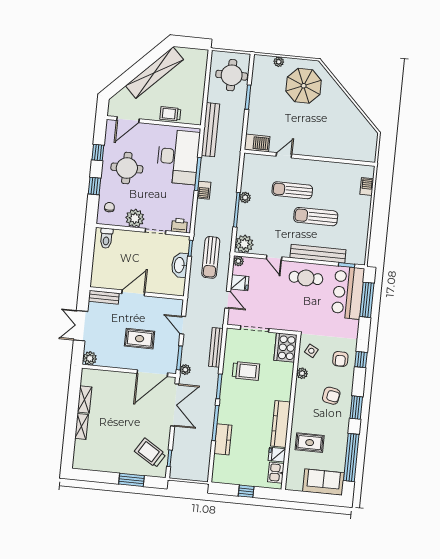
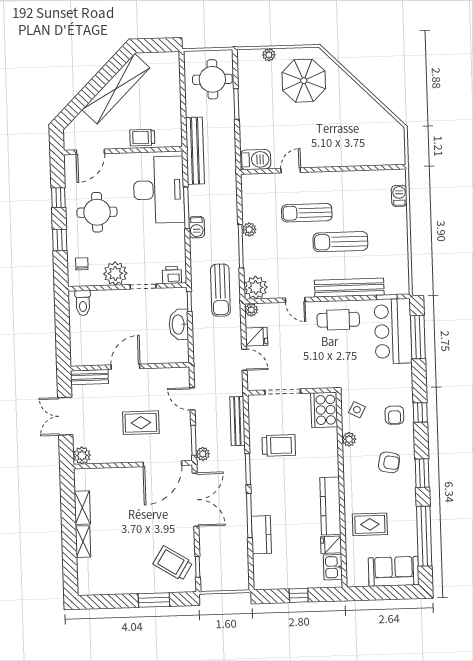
sun lounger: (211, 257) -> (220, 290), moved

